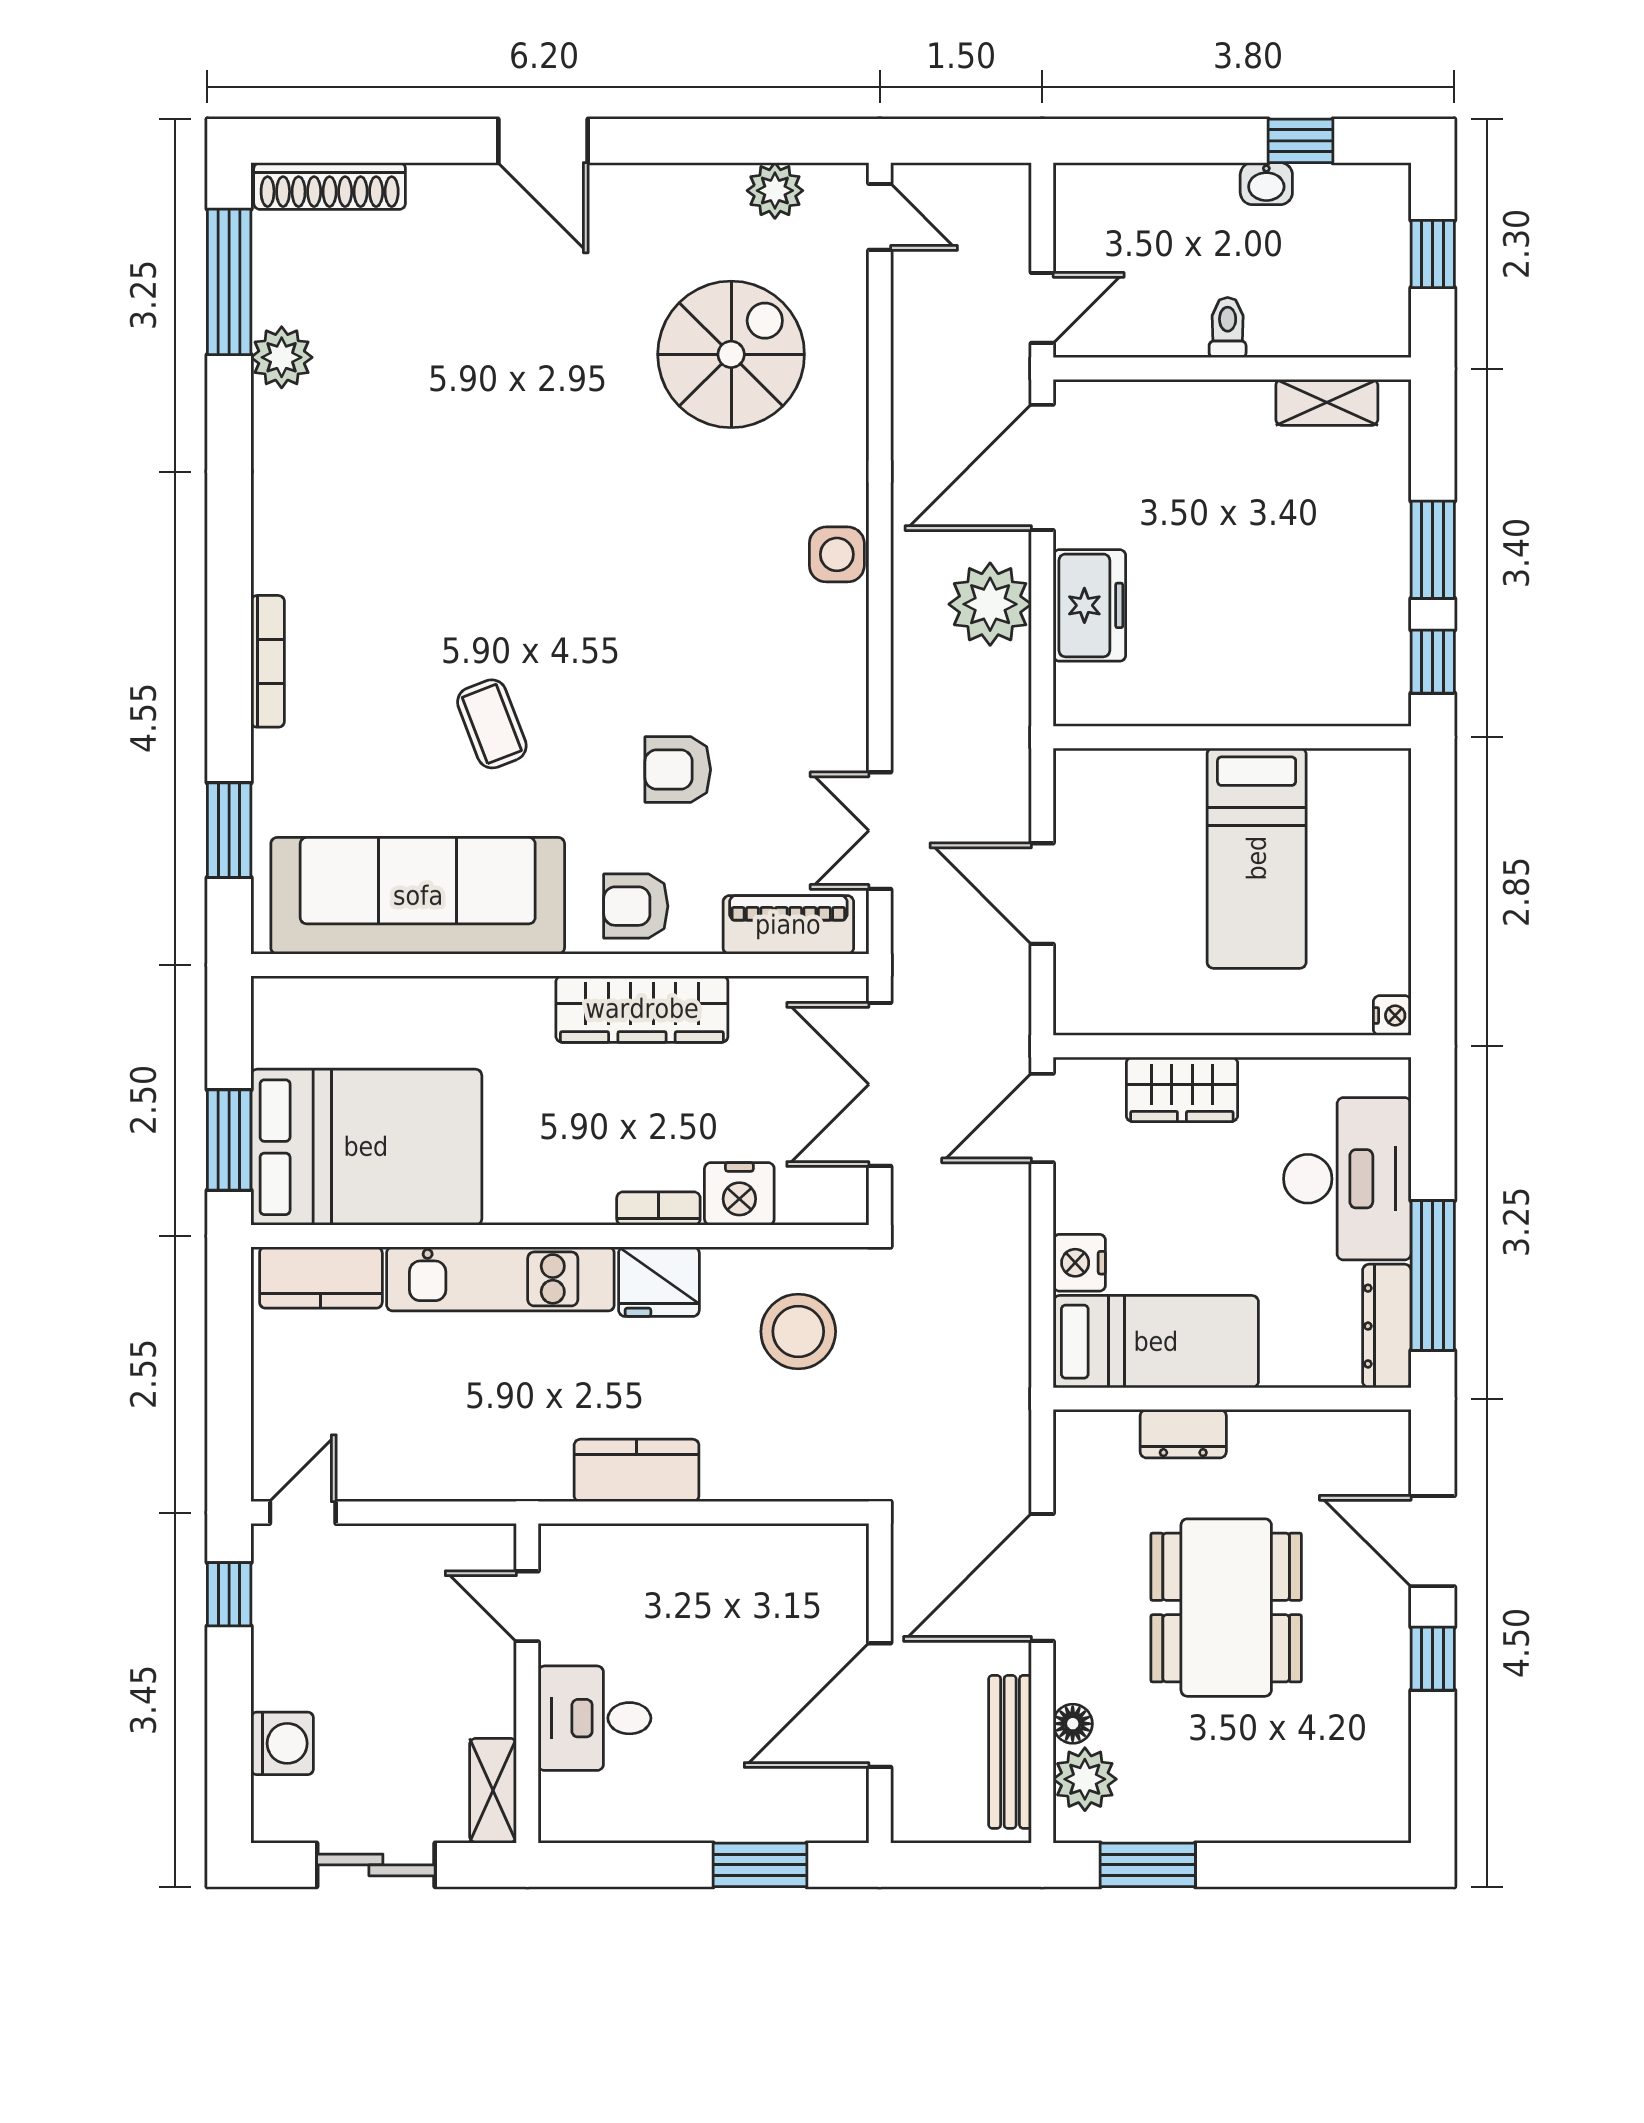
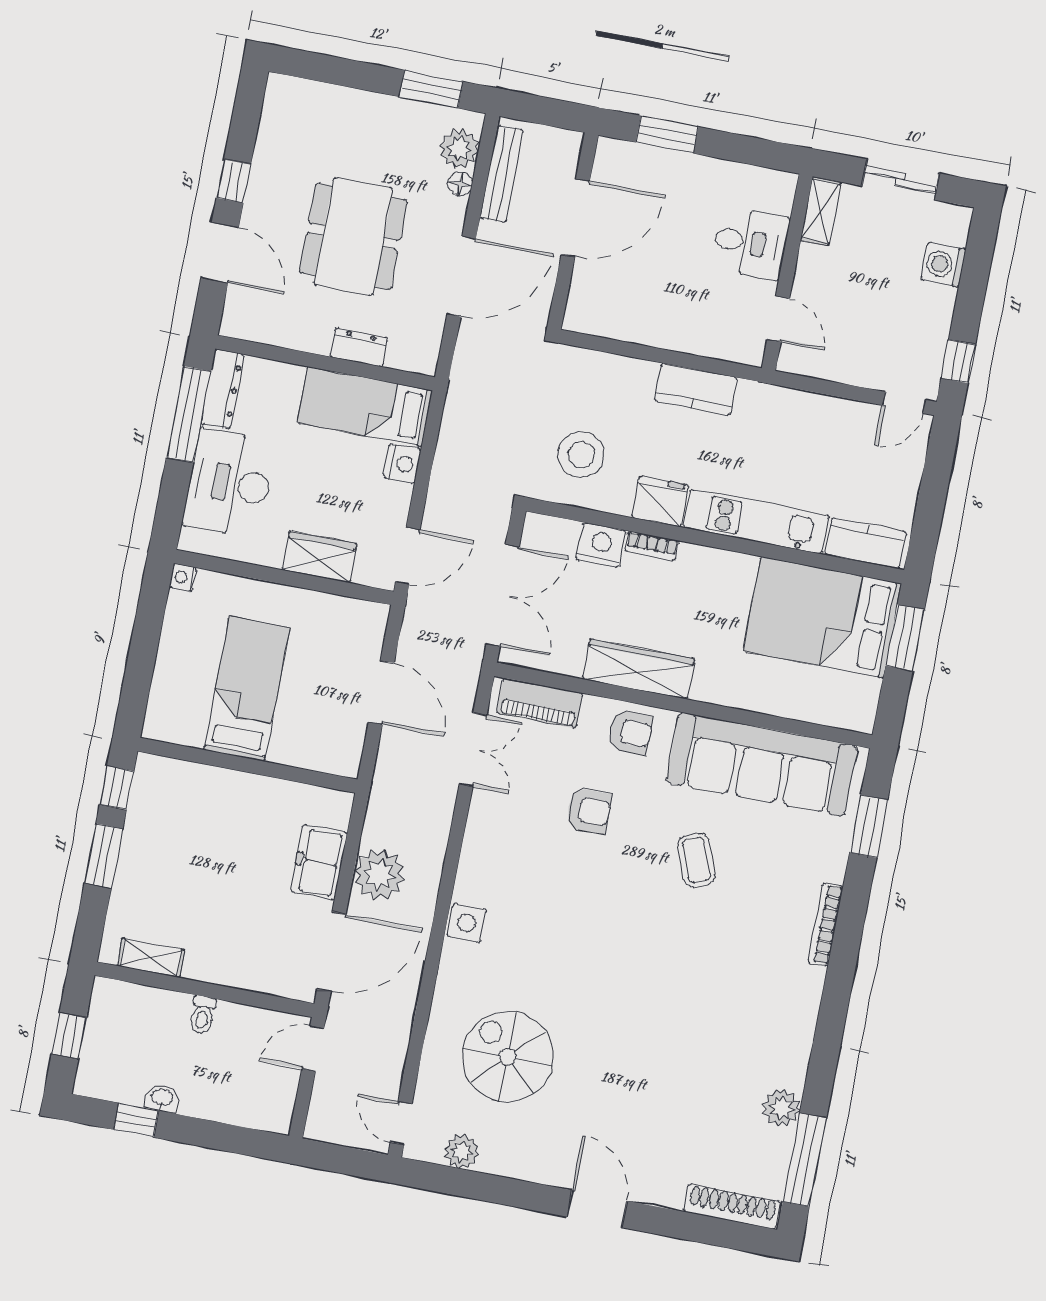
spiral stairs: (731, 354) -> (508, 1057), turned 90

